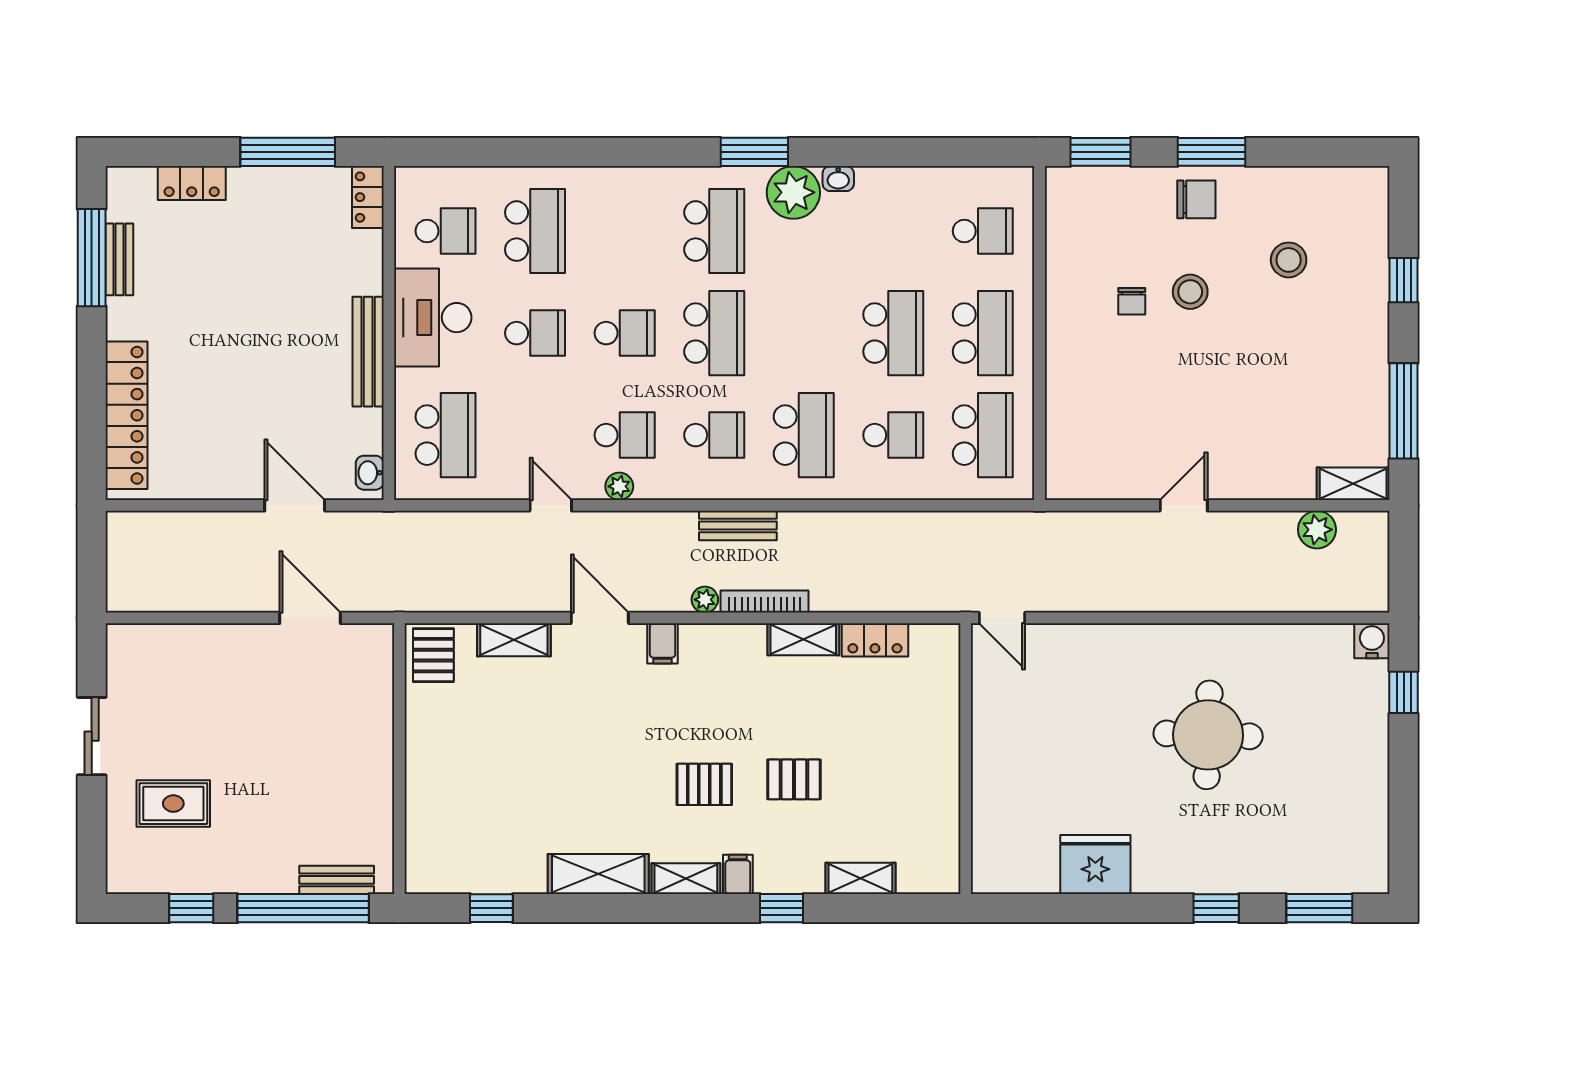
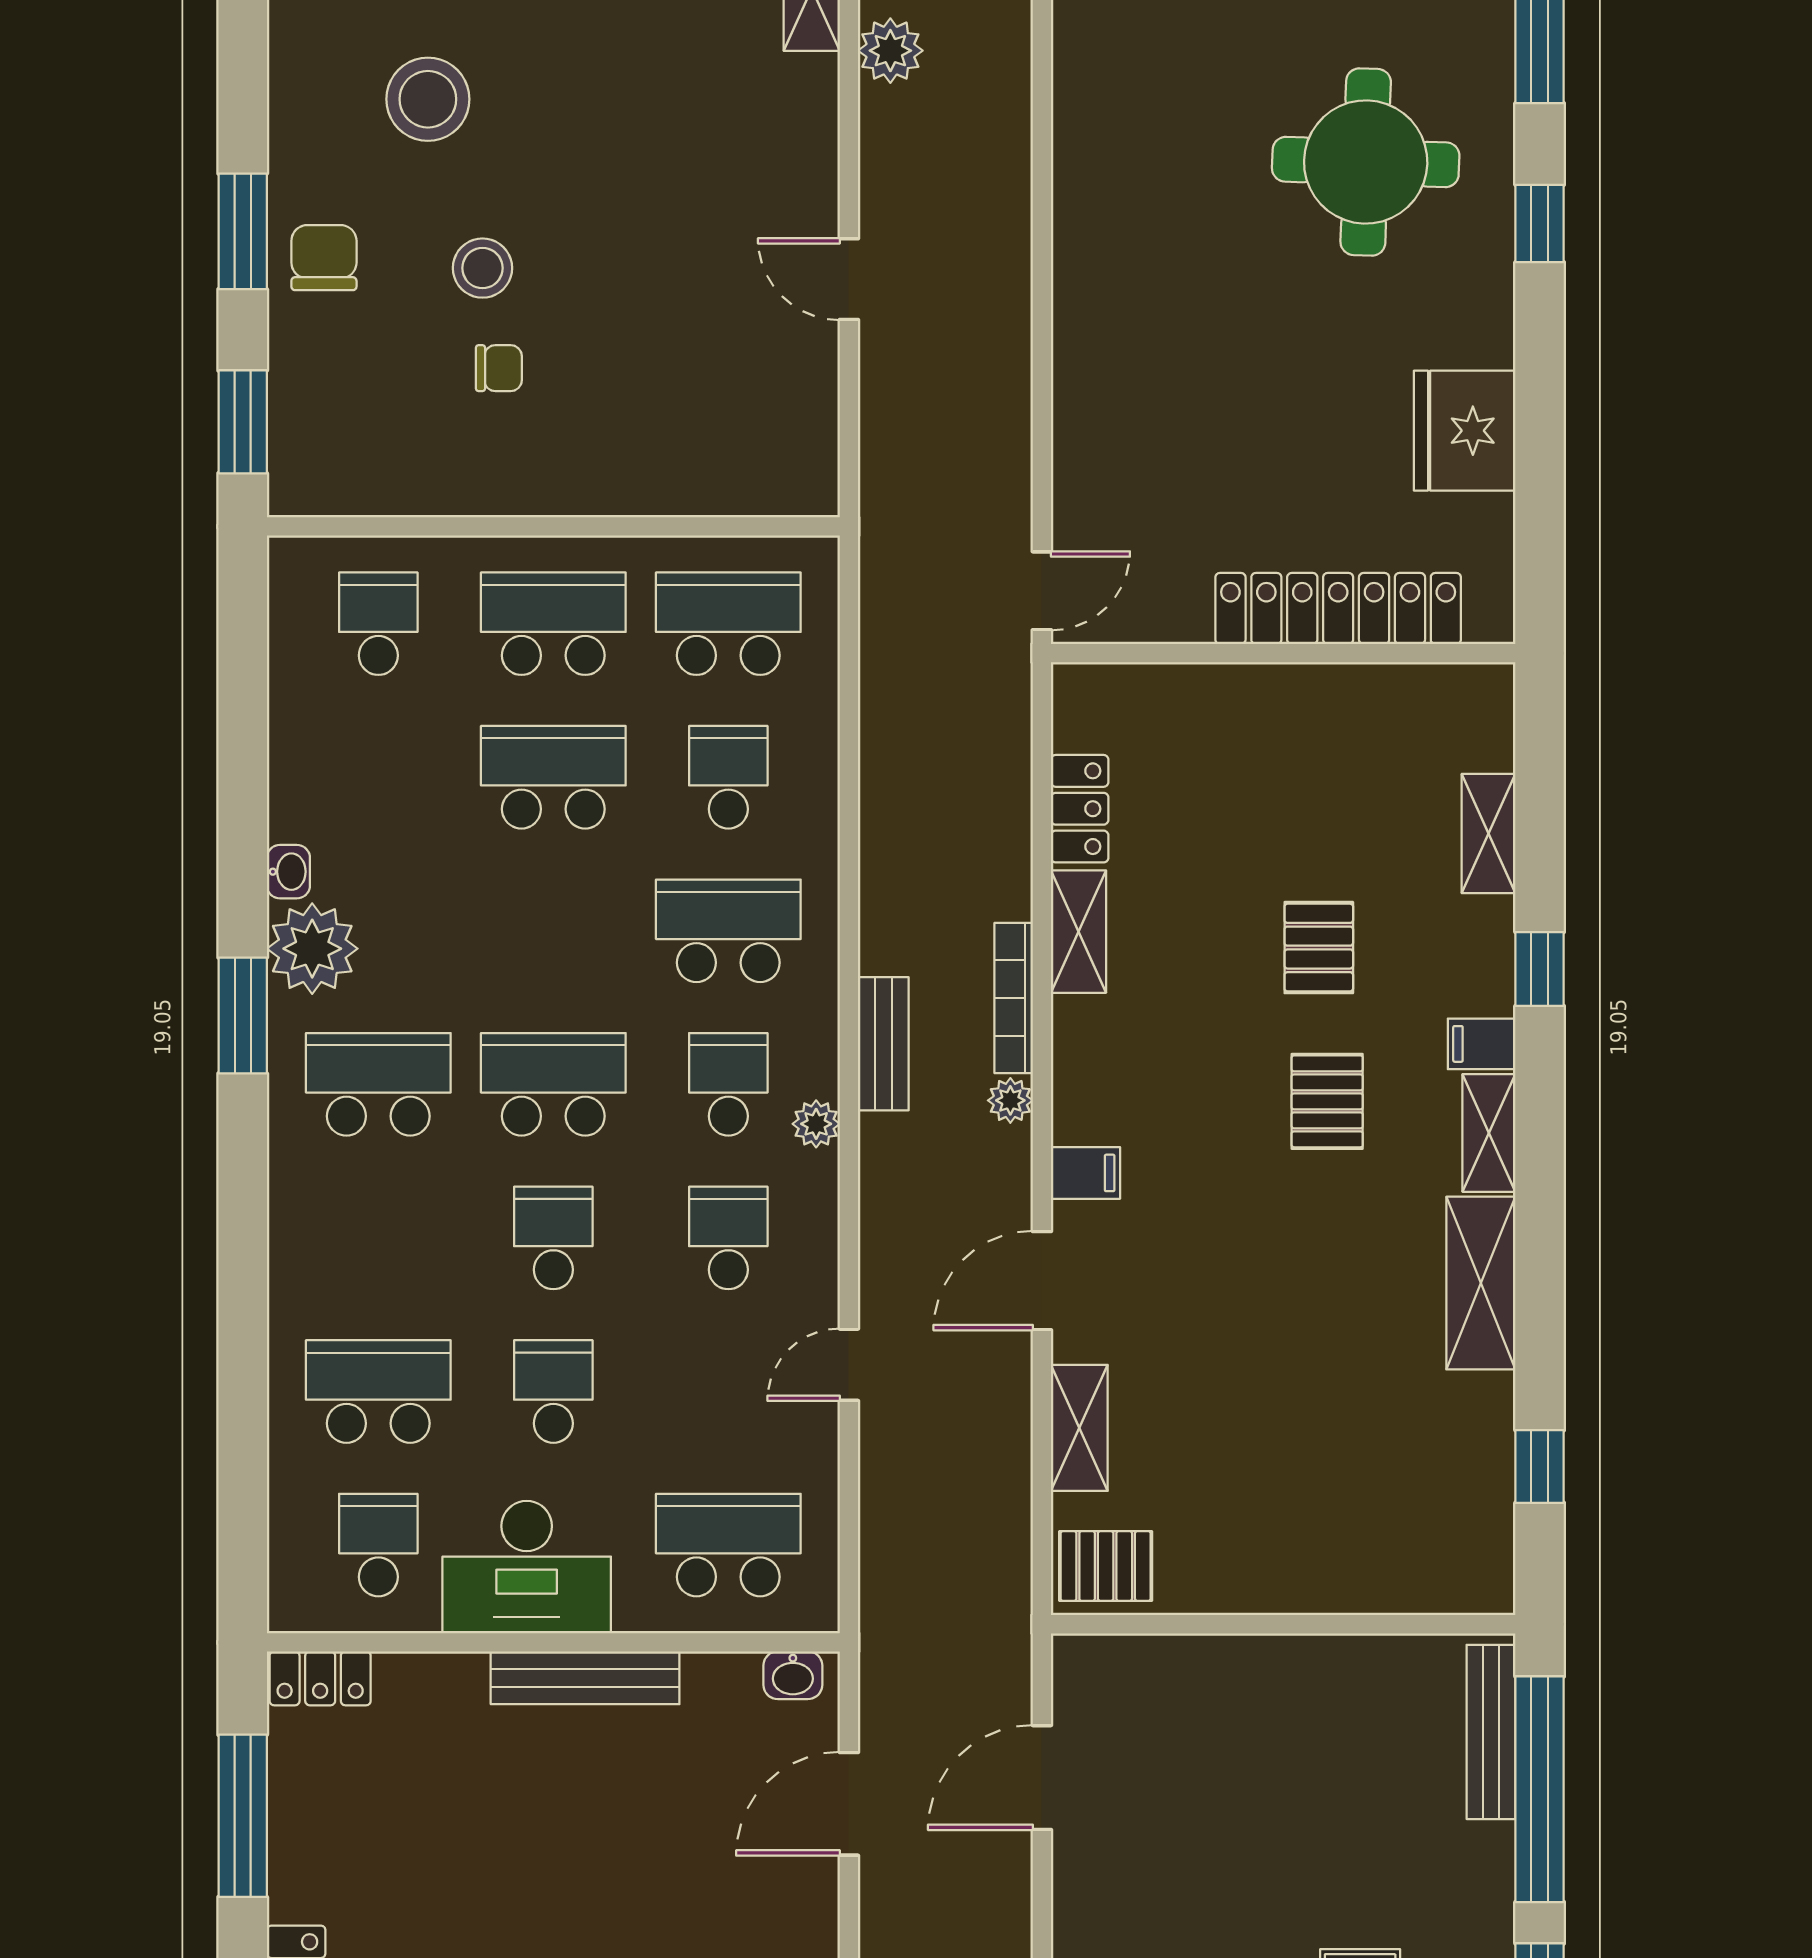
stool: (1289, 260) -> (428, 99), width x1.38, depth x1.38
plant: (619, 486) -> (816, 1124), moved
round table: (1208, 735) -> (1366, 162), moved
locker: (992, 791) -> (1338, 609), added
bench: (337, 880) -> (1491, 1732), width x1.36

